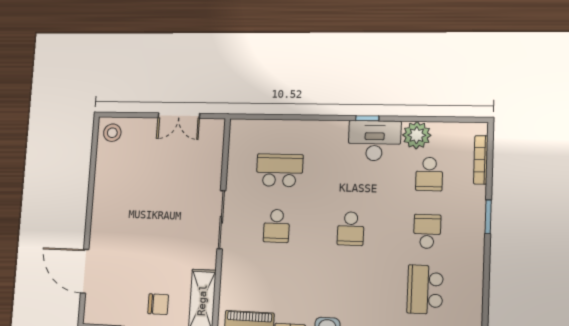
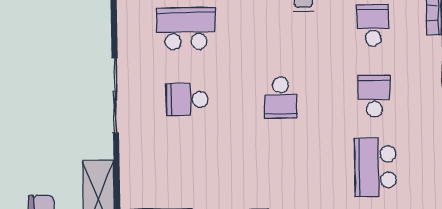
school desk: (429, 174) -> (373, 25), turned 180
school desk: (277, 226) -> (187, 100), turned 90

